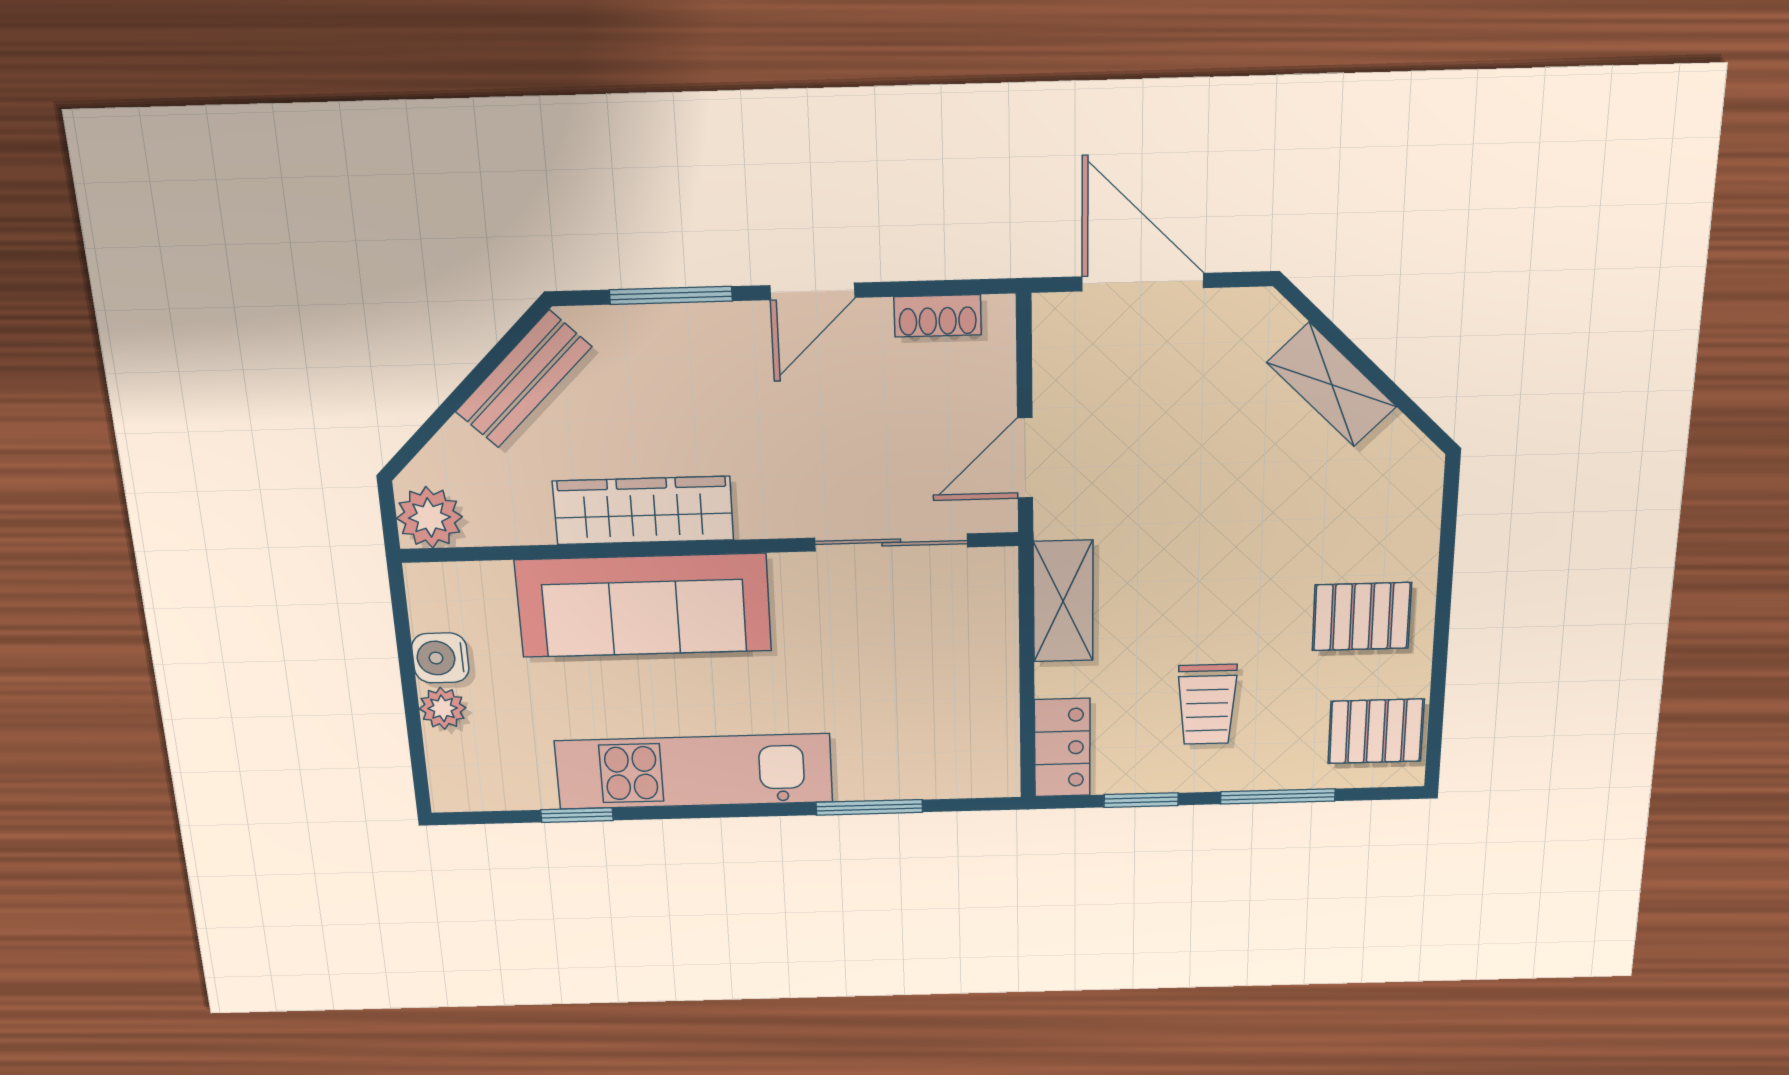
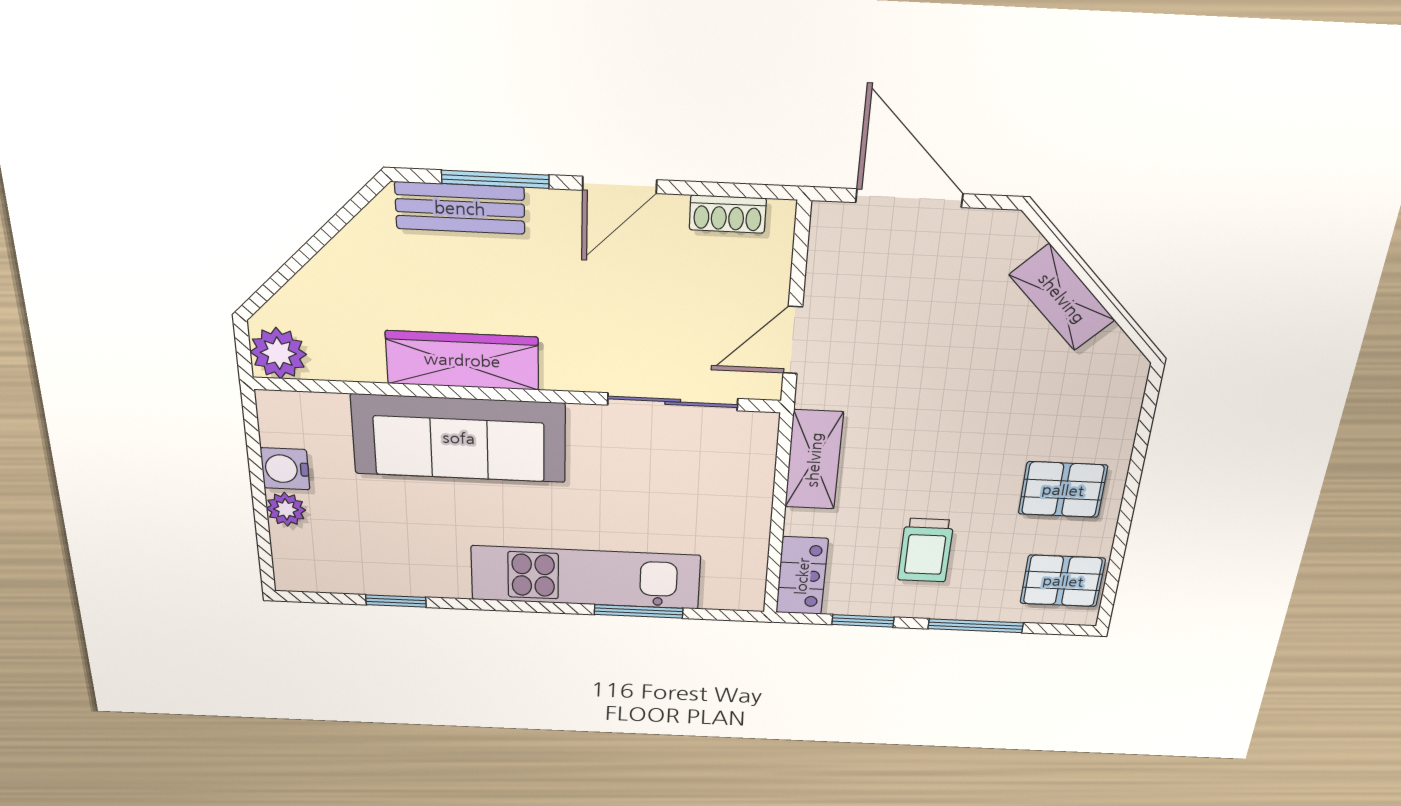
bench: (523, 379) -> (460, 208), moved, turned 45
kitchen unit: (694, 771) -> (586, 577), moved

